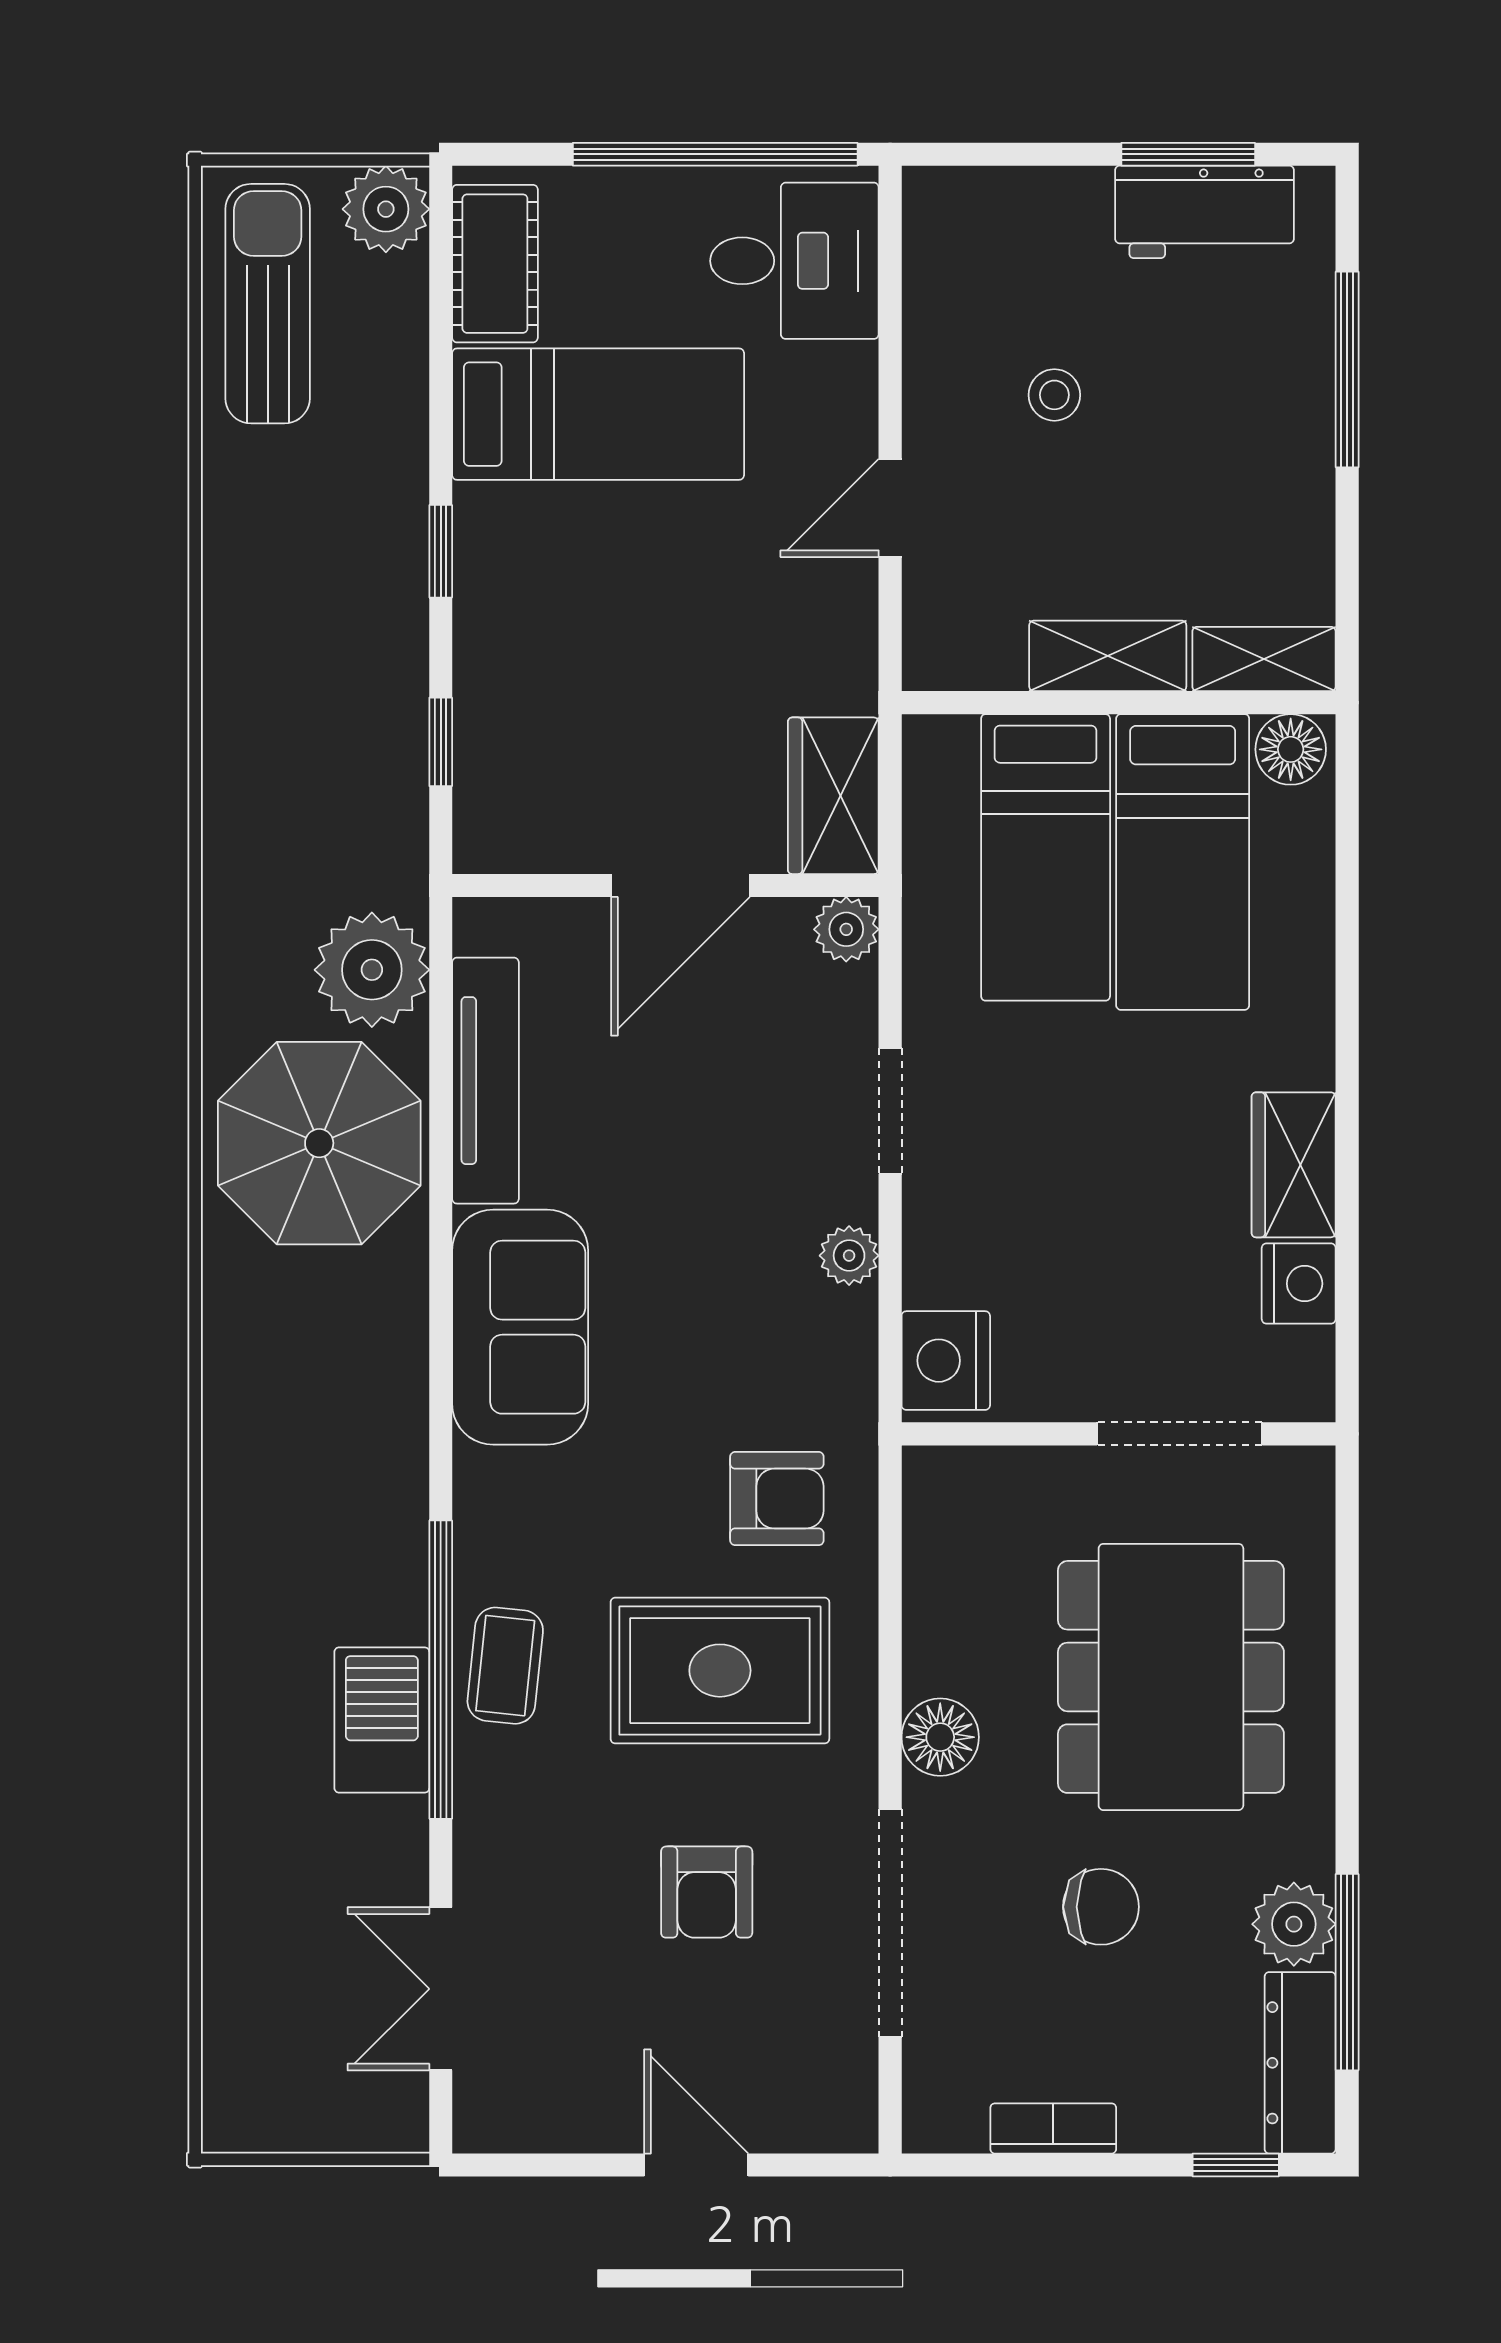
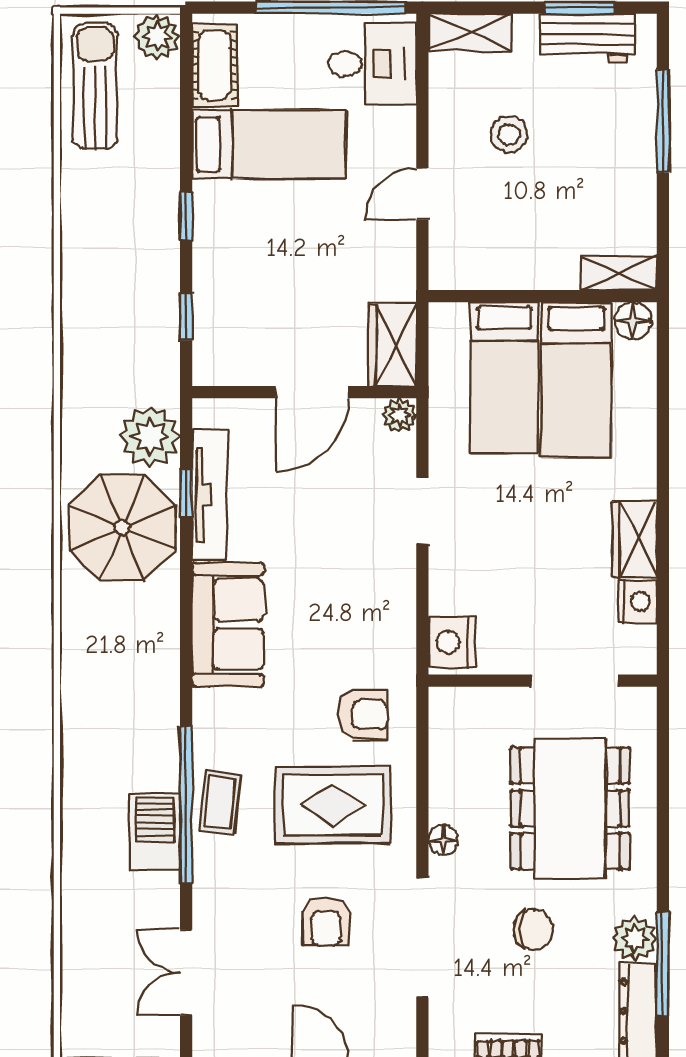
stool: (1054, 395) -> (509, 134), width x1.37, depth x1.37
shelving: (1108, 656) -> (470, 32), moved
window: (441, 1077) -> (186, 493), added
plant: (849, 1256) -> (401, 587), removed
floor lamp: (940, 1737) -> (443, 840), width x0.73, depth x0.73

